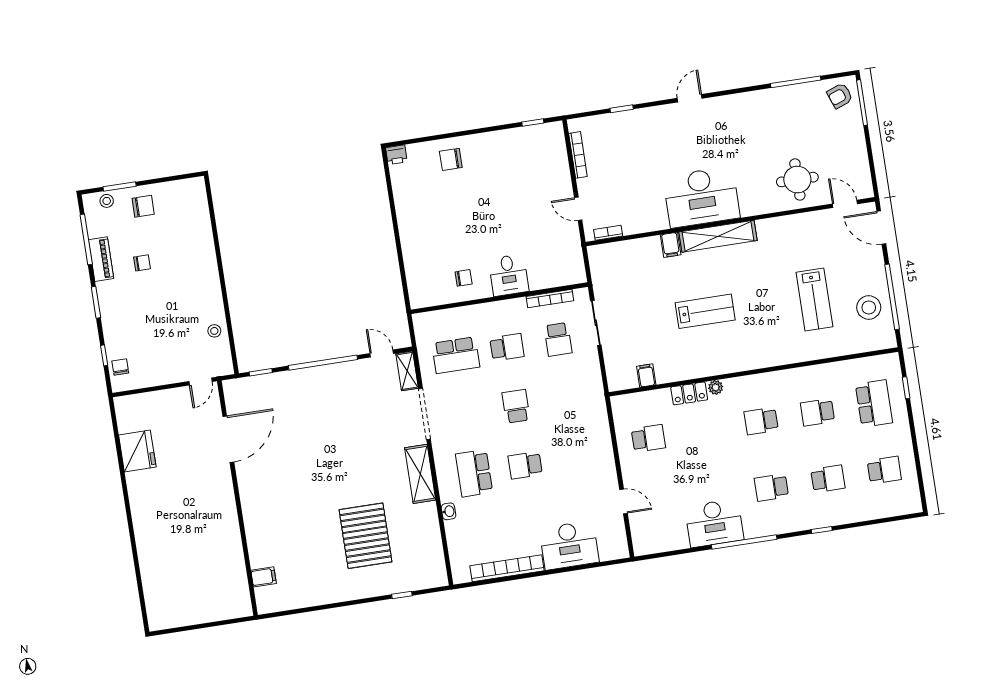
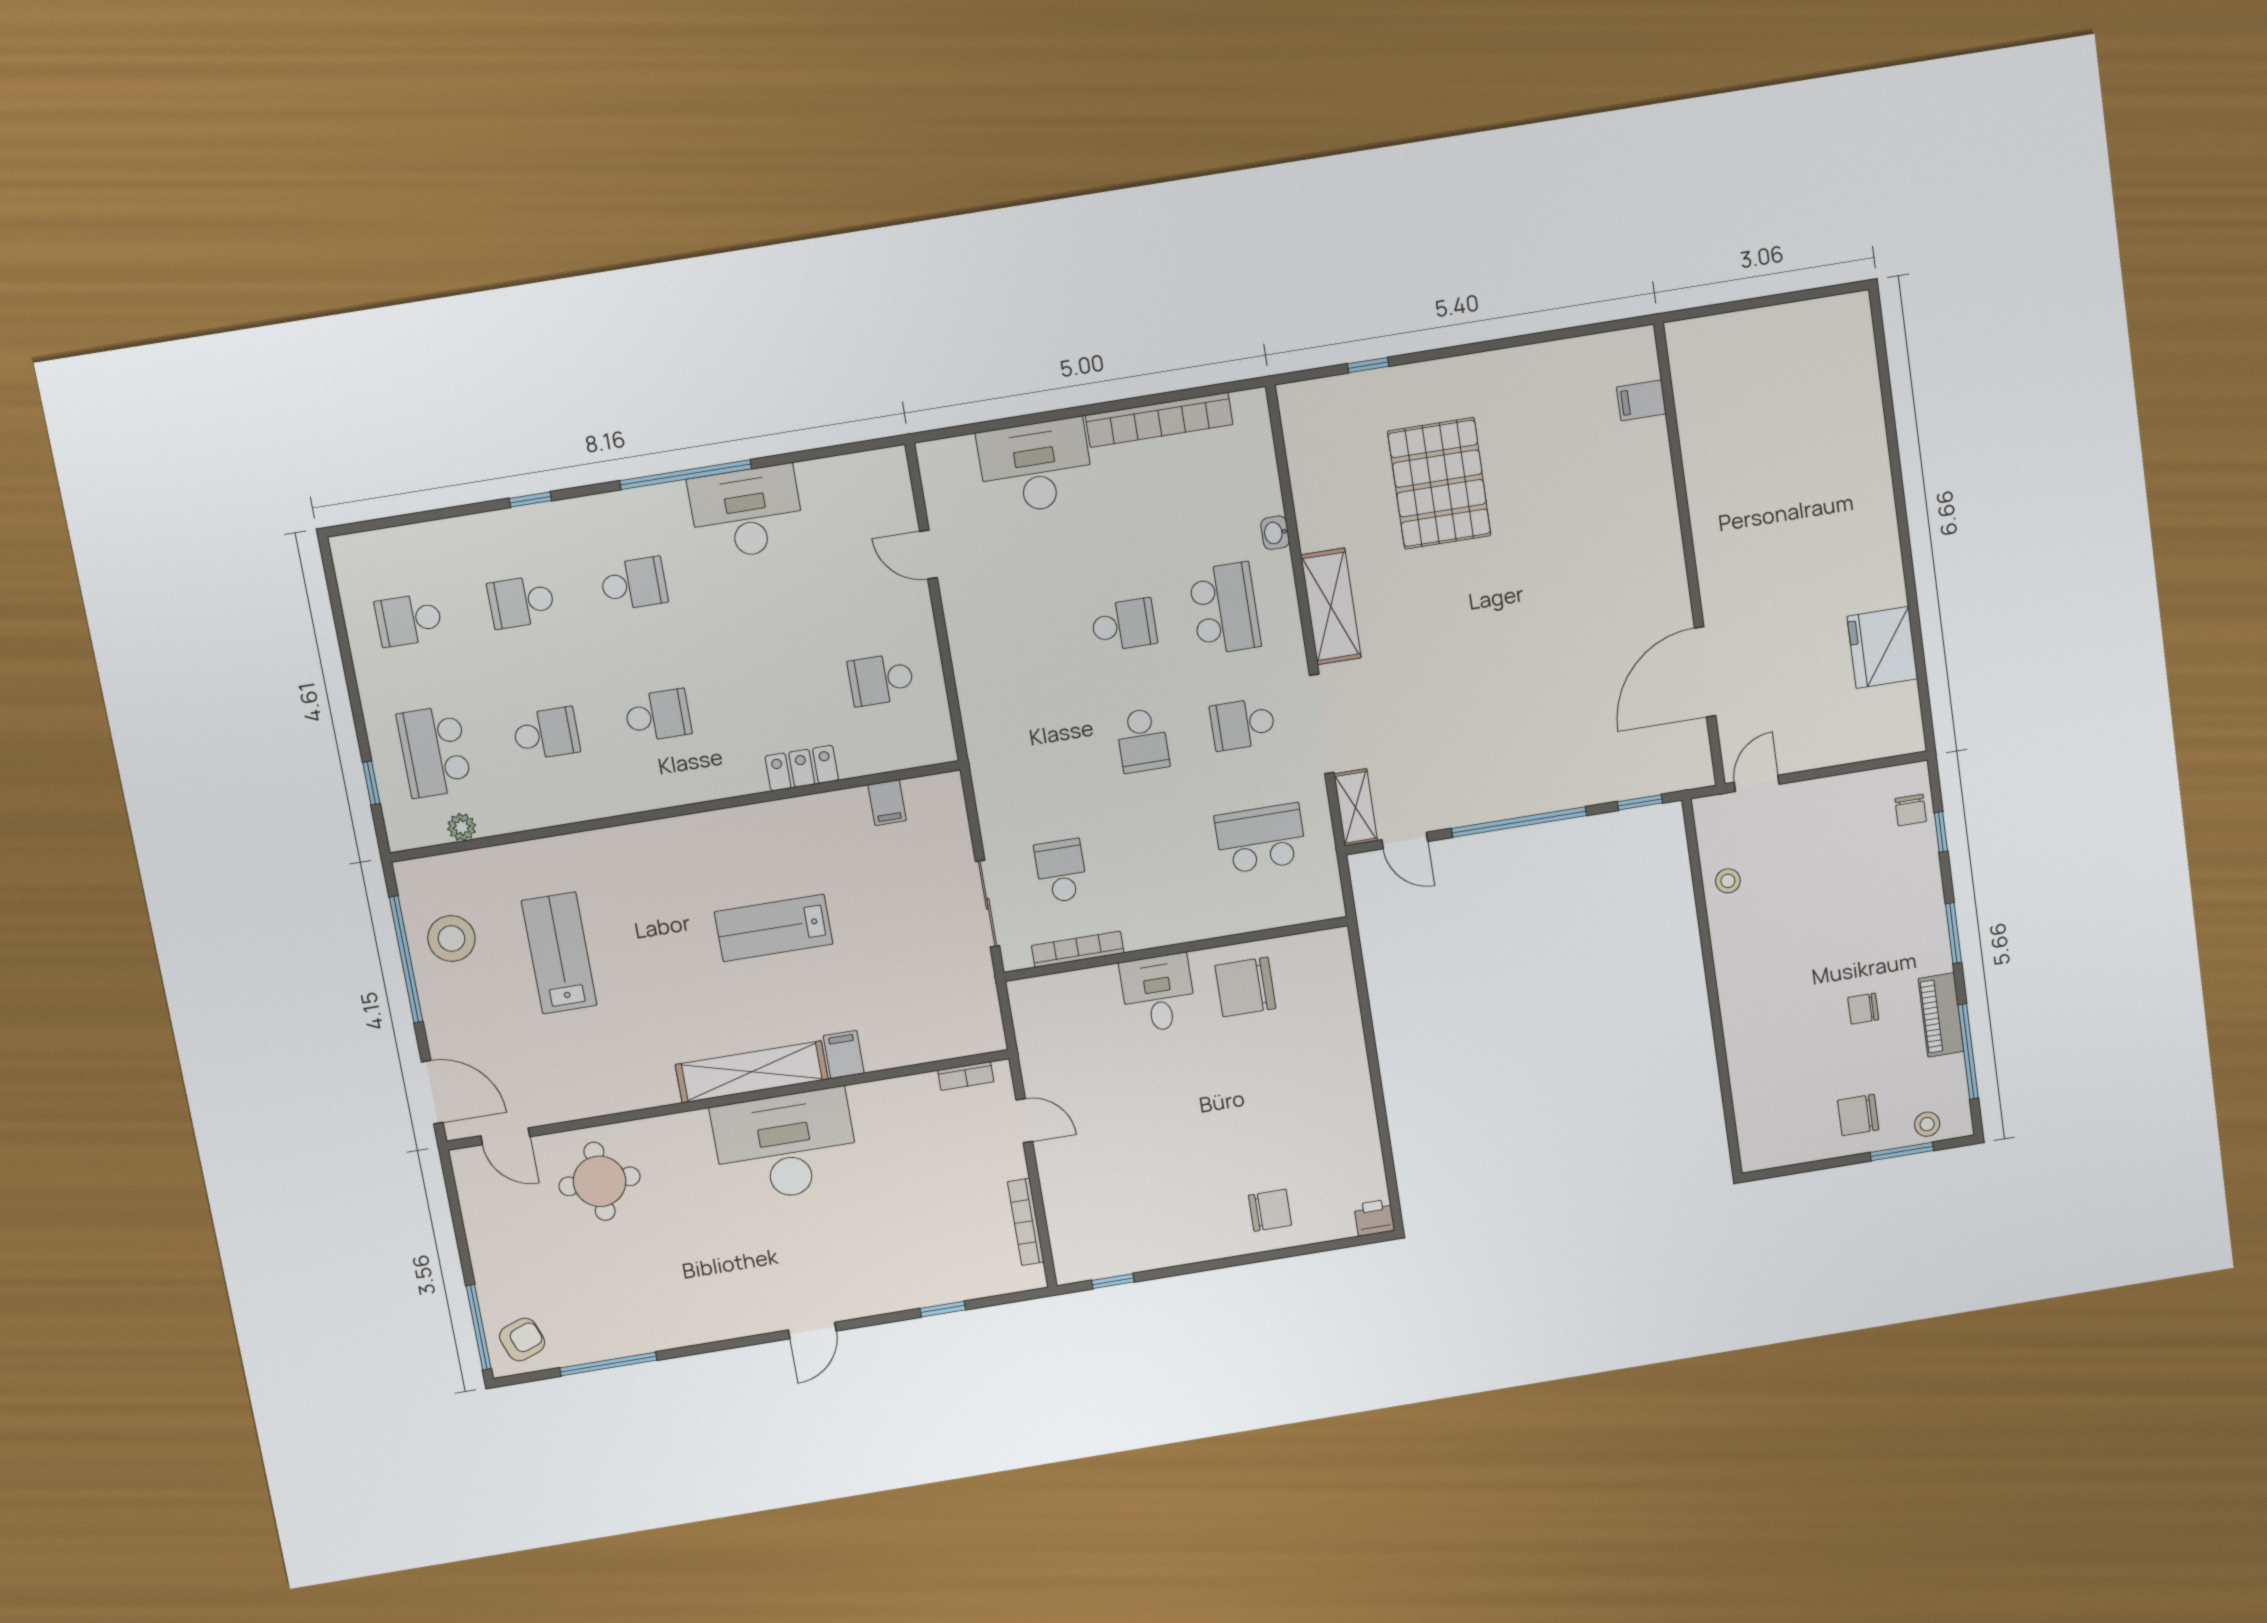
chair: (464, 278) -> (1245, 987), width x1.87, depth x1.87
school desk: (507, 347) -> (1243, 724), moved
plant: (716, 387) -> (462, 827), moved

